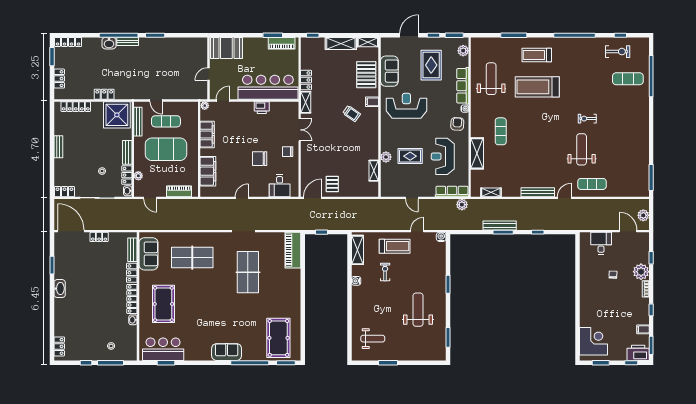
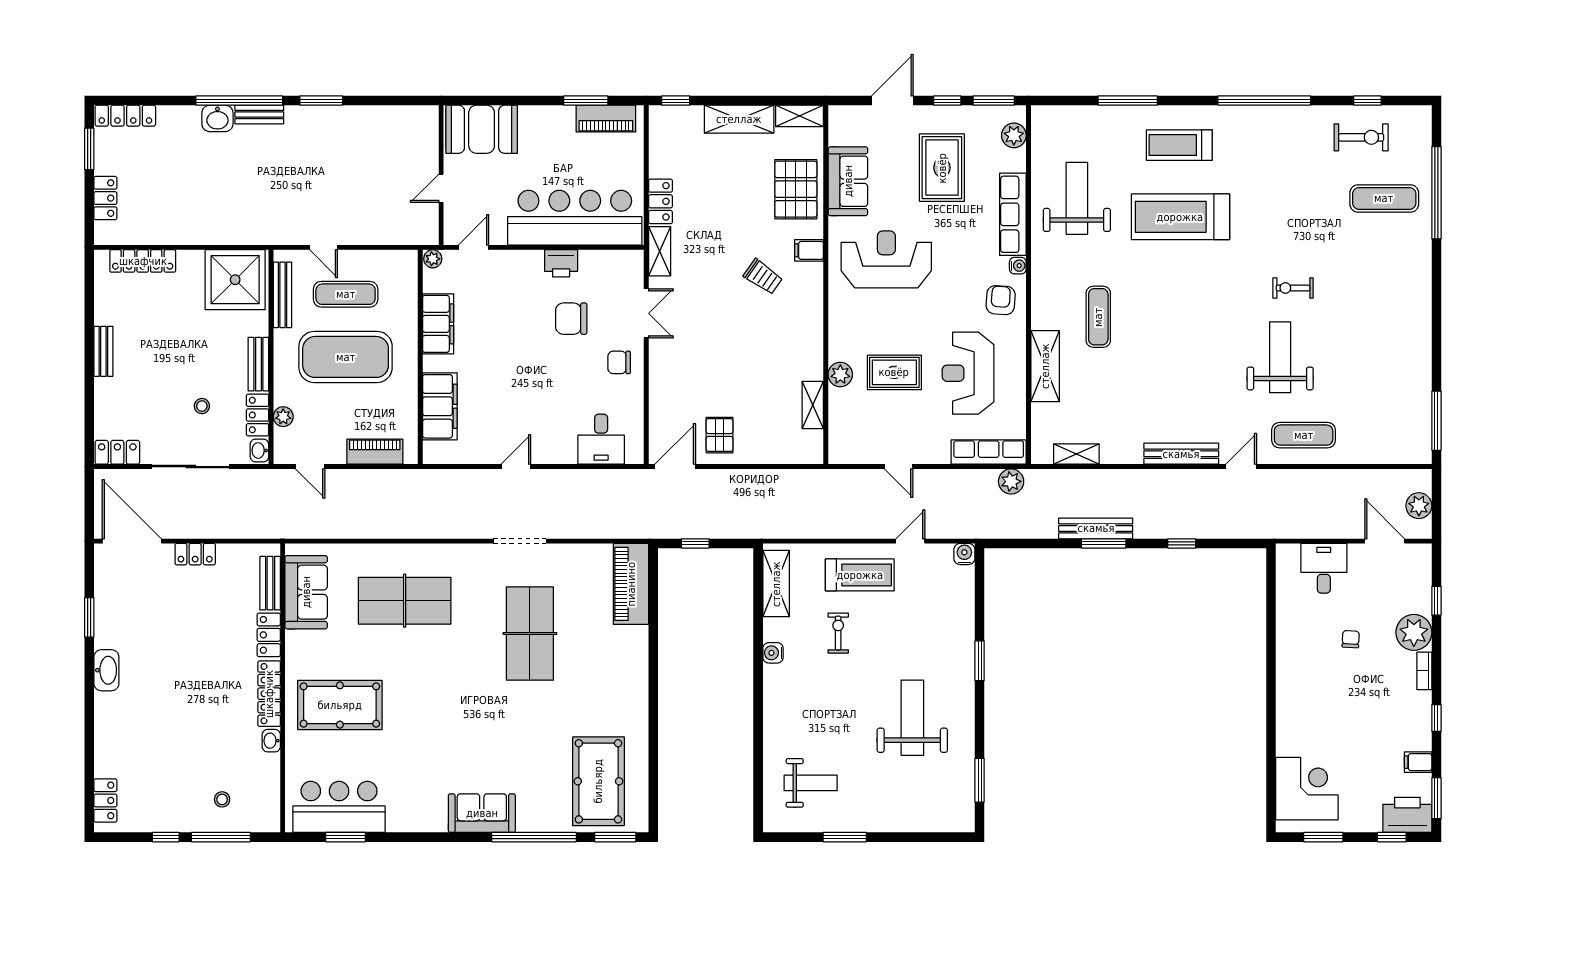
locker: (104, 94) -> (207, 233), removed
chair: (260, 159) -> (571, 319), moved
pool table: (163, 304) -> (340, 705), turned 90

